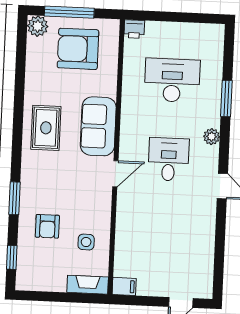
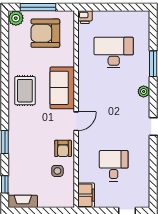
desk: (169, 159) -> (114, 166), moved
armchair: (47, 226) -> (63, 148), moved
fireplace: (88, 285) -> (23, 201), moved
filing cabinet: (124, 286) -> (86, 195), width x2.00

